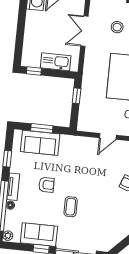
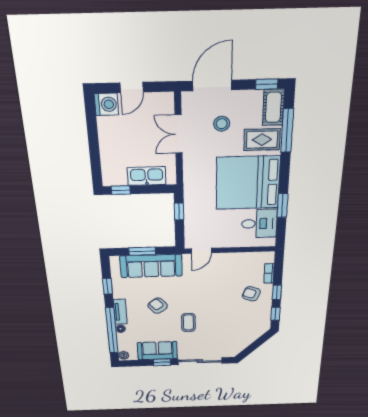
door: (108, 136) -> (201, 251), moved
sofa: (40, 143) -> (151, 266), width x1.36
armchair: (46, 185) -> (158, 306), turned -129

